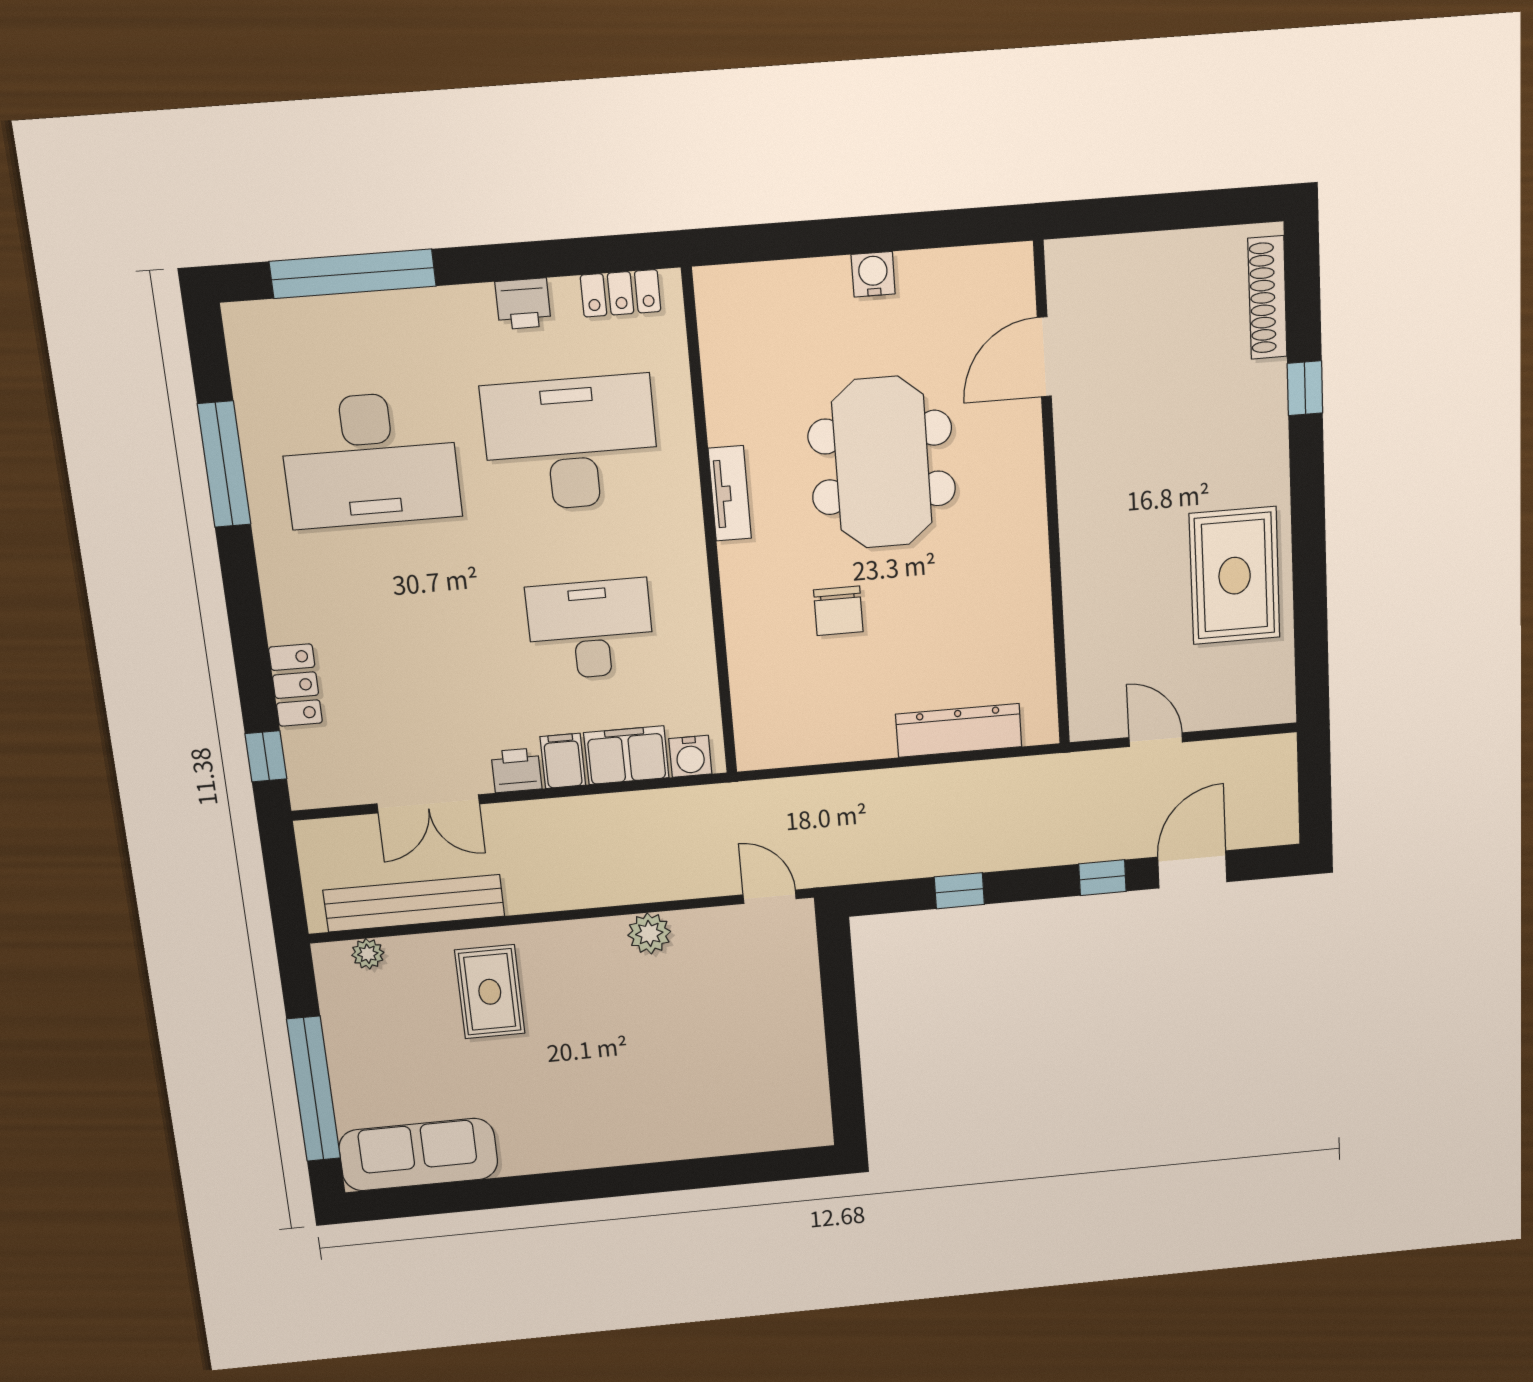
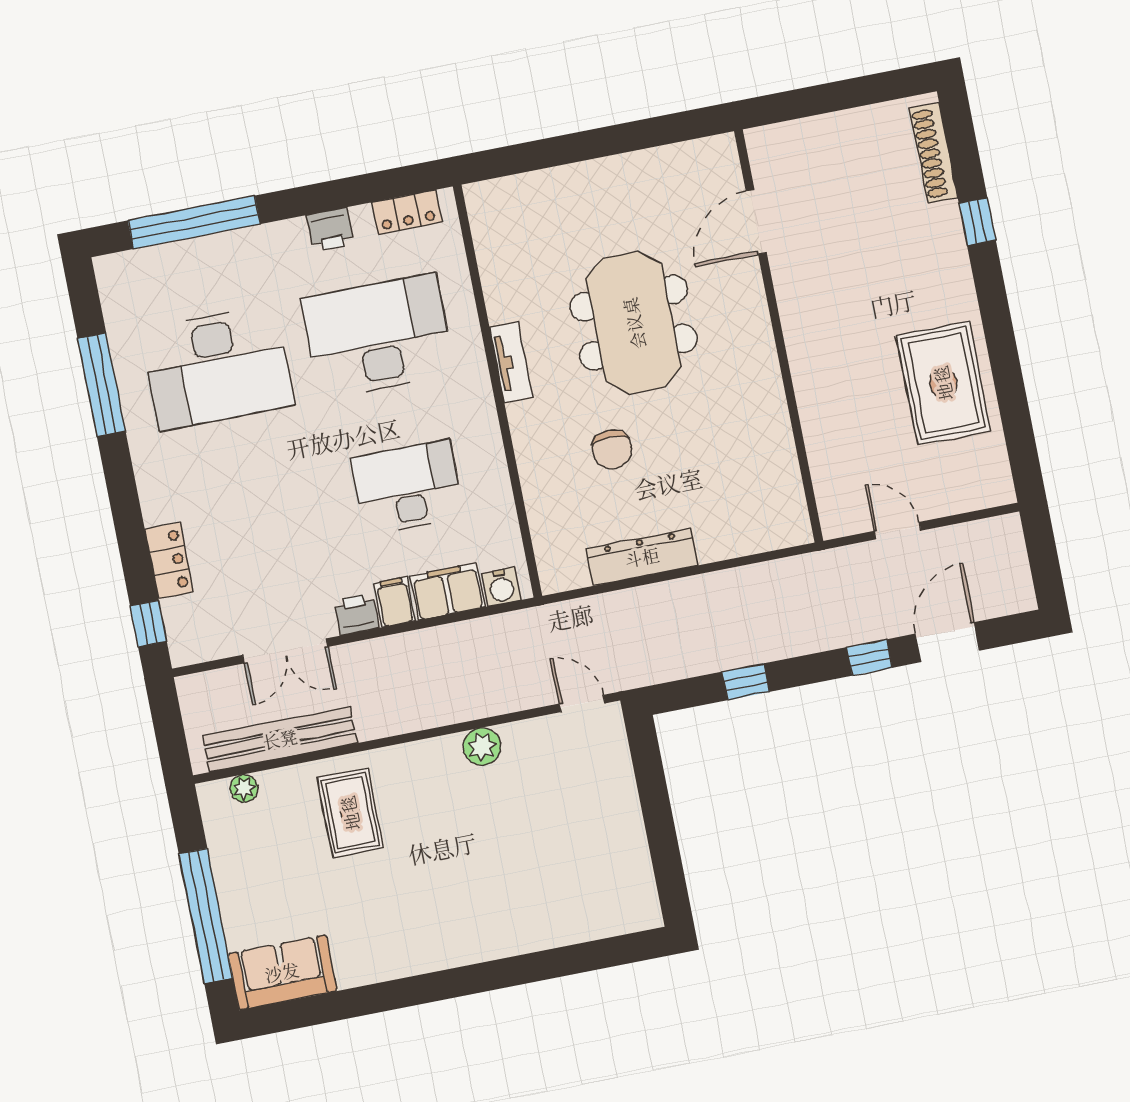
water cooler: (873, 274) -> (608, 173), removed
dresser: (959, 730) -> (642, 557), moved
sofa: (418, 1155) -> (282, 972), width x0.73

